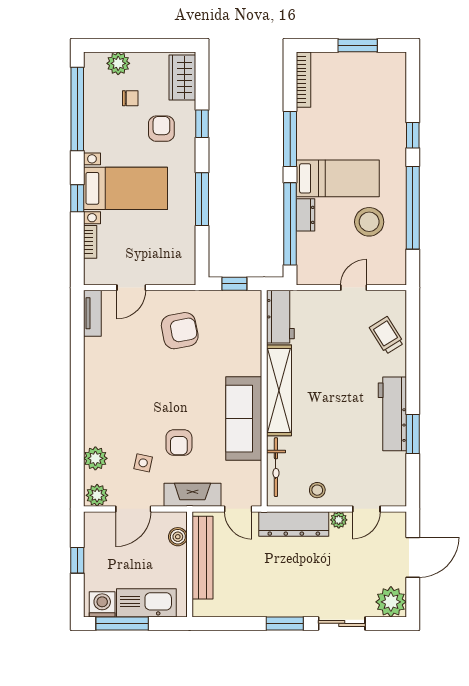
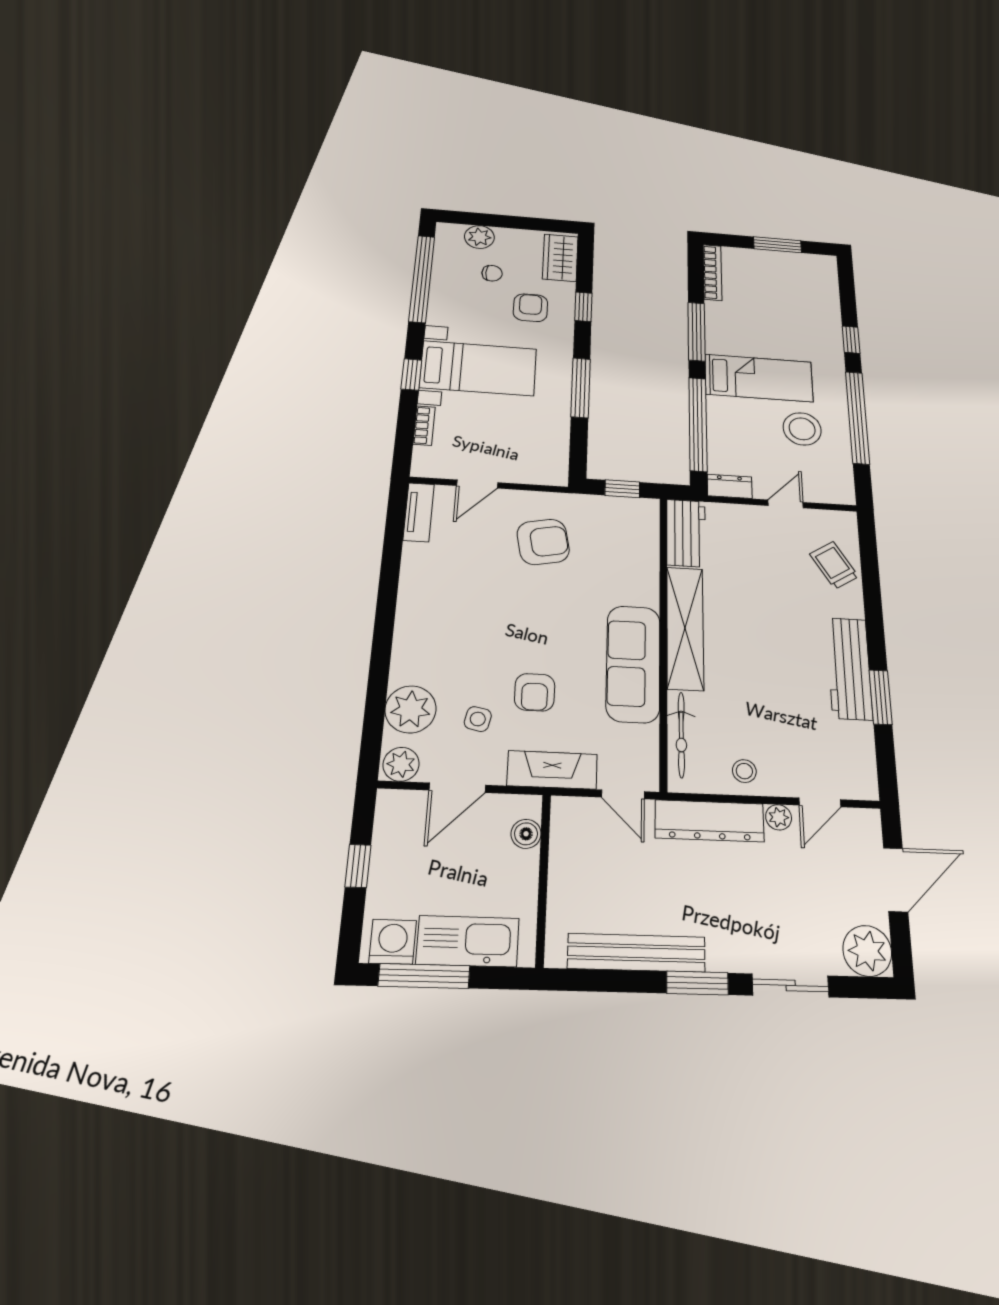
dresser: (306, 215) -> (730, 486), moved, turned -90
plant: (95, 458) -> (411, 709), width x1.36, depth x1.36
bench: (202, 558) -> (637, 953), moved, turned 90

